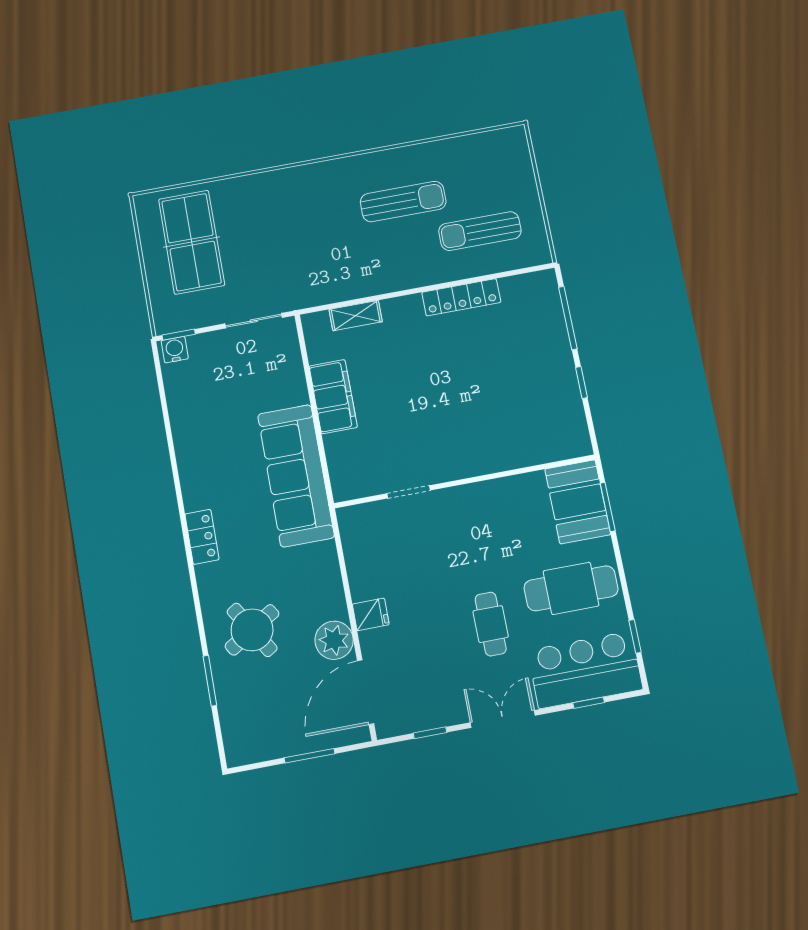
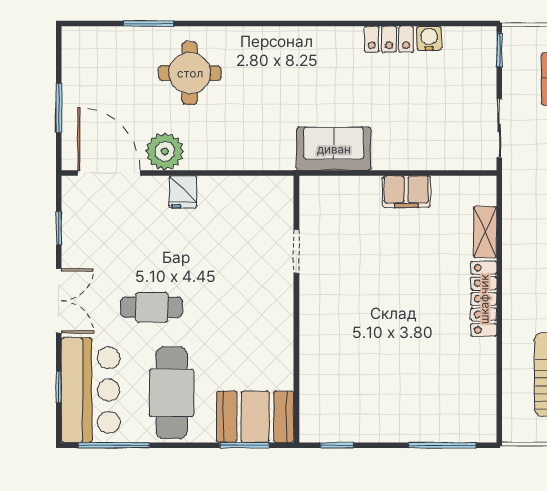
locker: (461, 297) -> (484, 299), moved
water cooler: (175, 350) -> (429, 38), moved, turned -90
window: (581, 383) -> (337, 445), moved
filing cabinet: (333, 397) -> (406, 192), width x0.67, depth x0.86
sofa: (296, 476) -> (334, 149), width x0.54, depth x0.79
locker: (202, 537) -> (389, 39), moved
round table: (252, 630) -> (190, 73), turned 32
window: (635, 636) -> (114, 445), width x2.17

